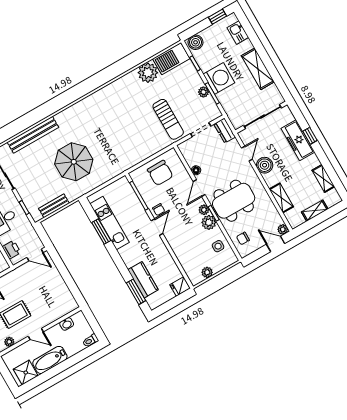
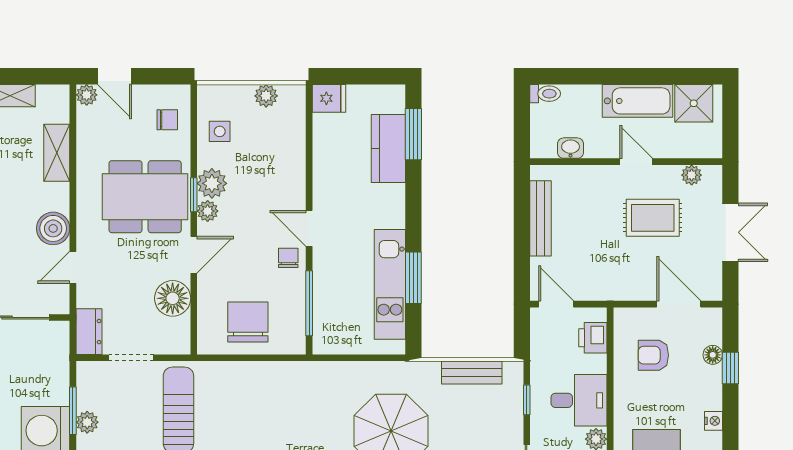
floor lamp: (196, 170) -> (173, 298), width x1.89, depth x1.89
door: (157, 227) -> (309, 228), hinge flipped
bench: (62, 287) -> (541, 218), added

